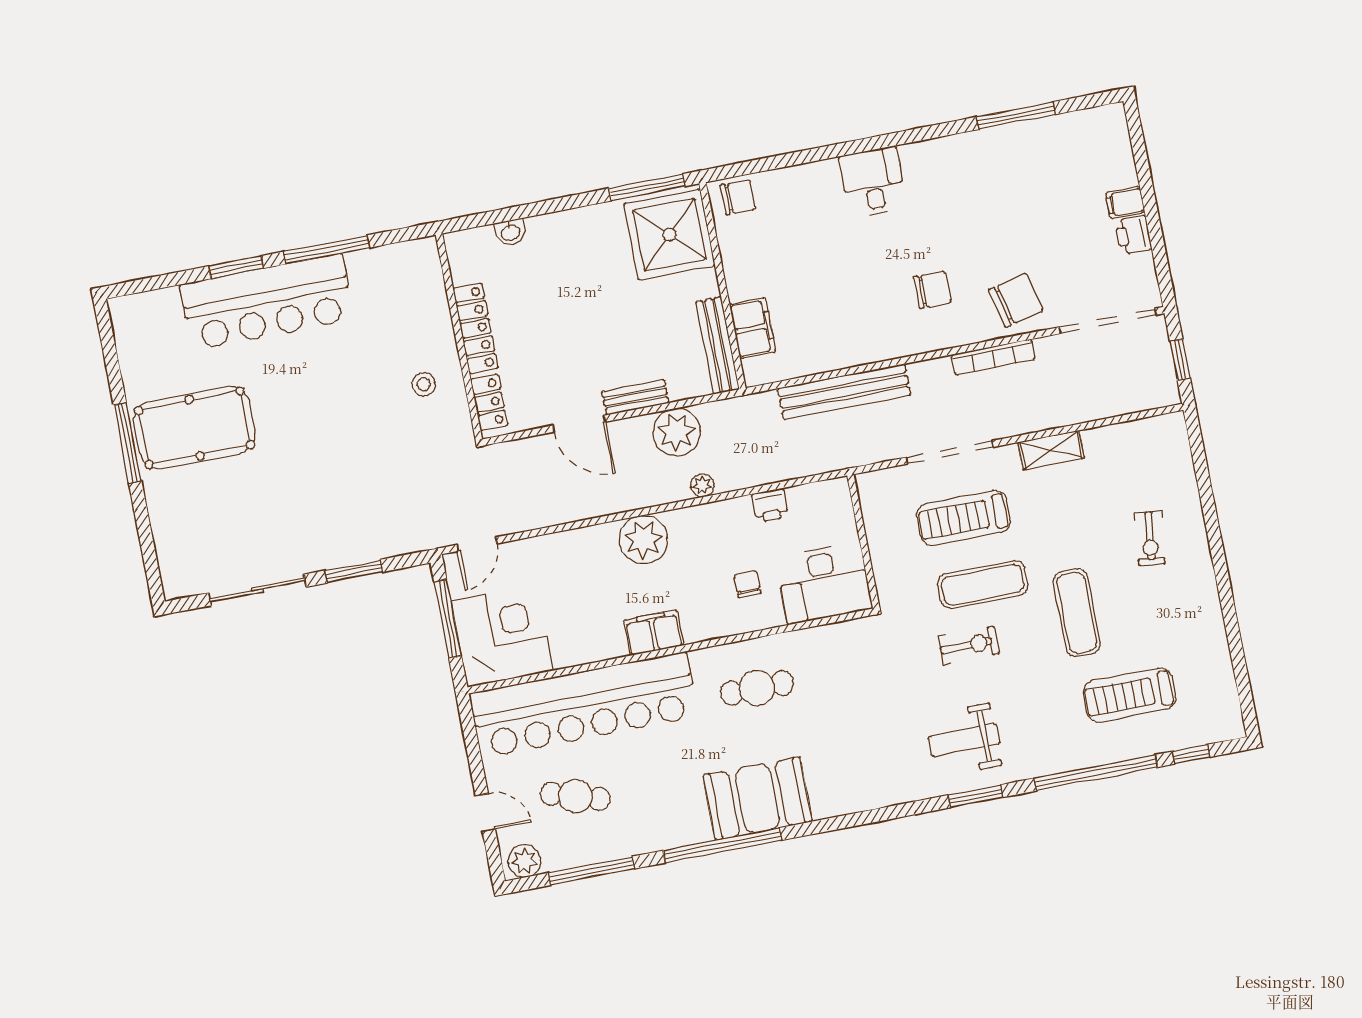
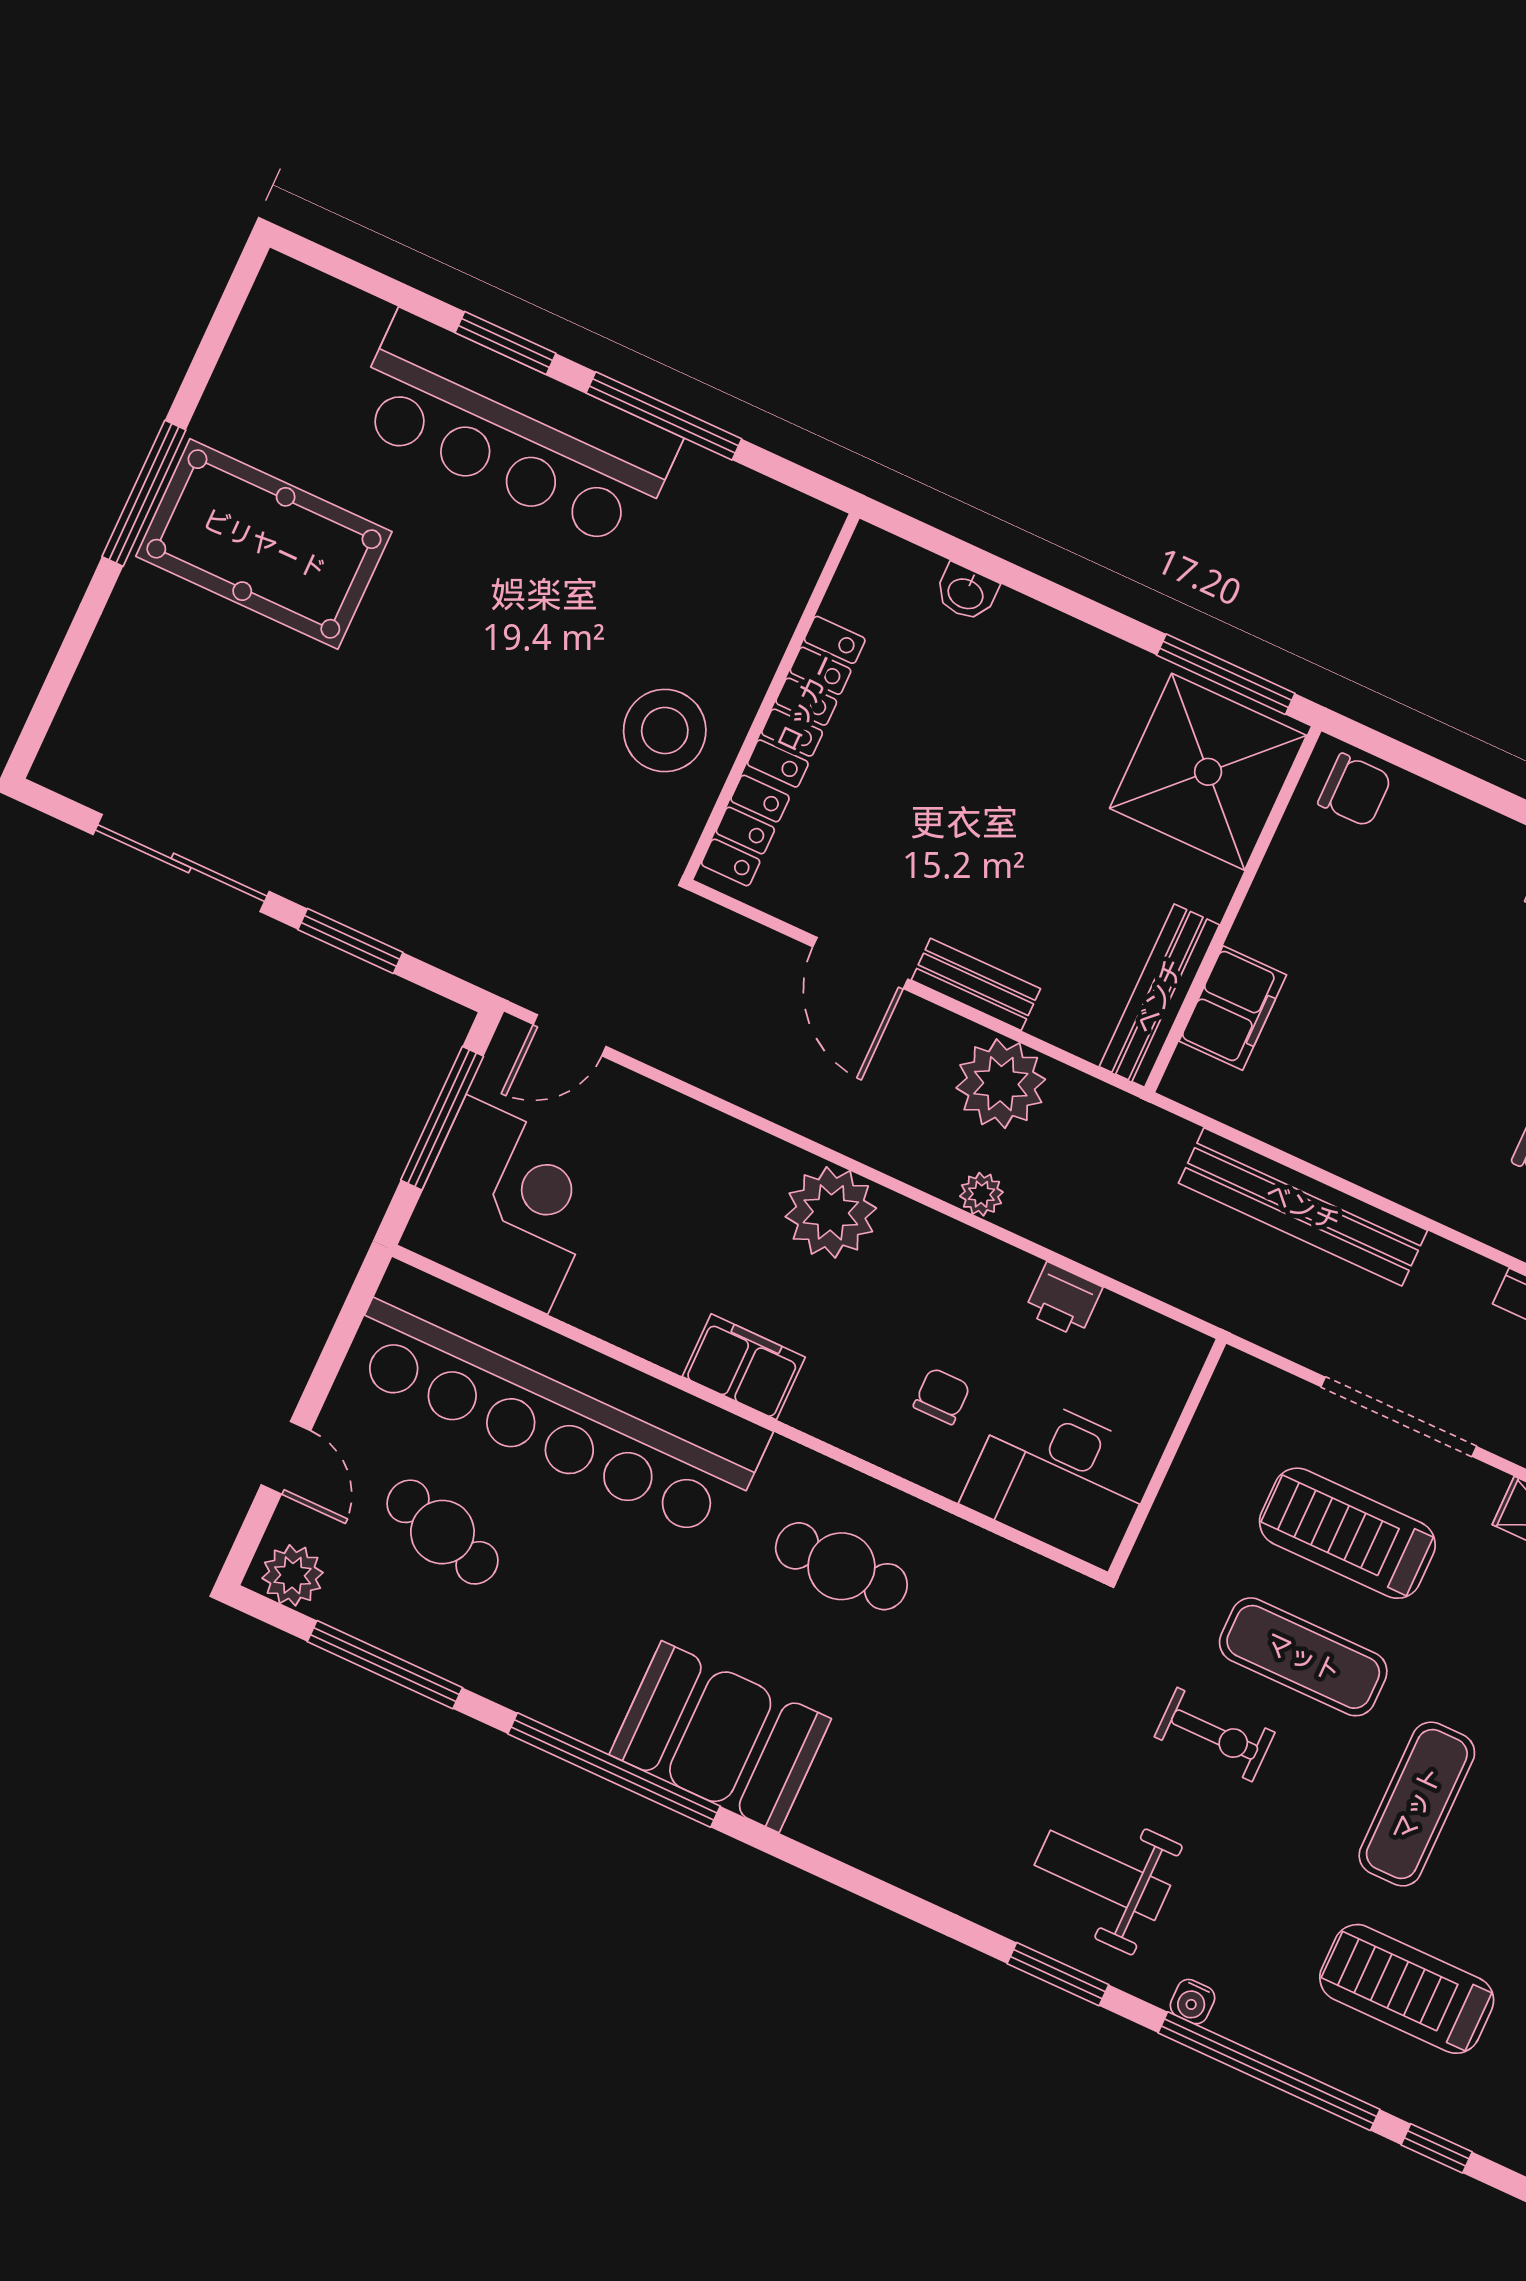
stool: (424, 384) -> (665, 731), width x1.89, depth x1.89
water cooler: (1041, 766) -> (1192, 2002), added

